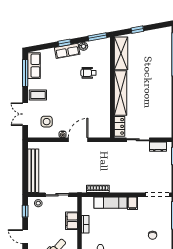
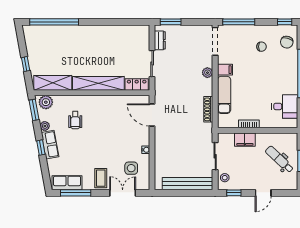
plant: (104, 47) -> (46, 102), added
double door: (25, 114) -> (123, 193), swing flipped
door: (78, 140) -> (152, 115), moved
plant: (130, 188) -> (207, 73), added

